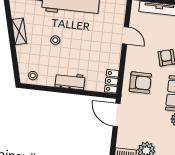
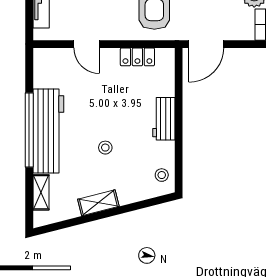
door: (126, 35) -> (87, 44), swing flipped
locker: (112, 81) -> (137, 57), moved

